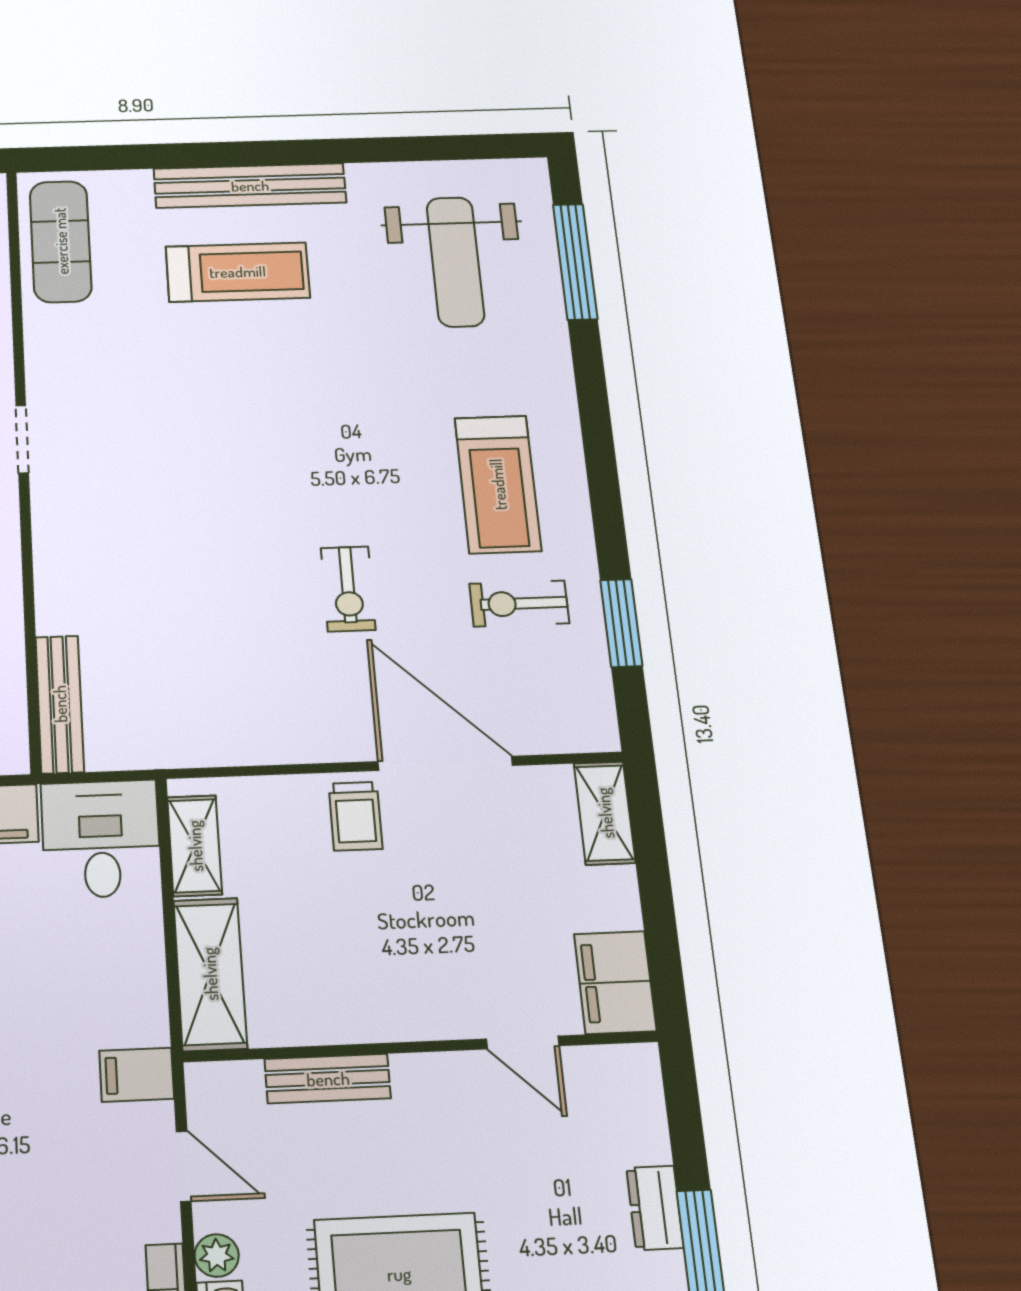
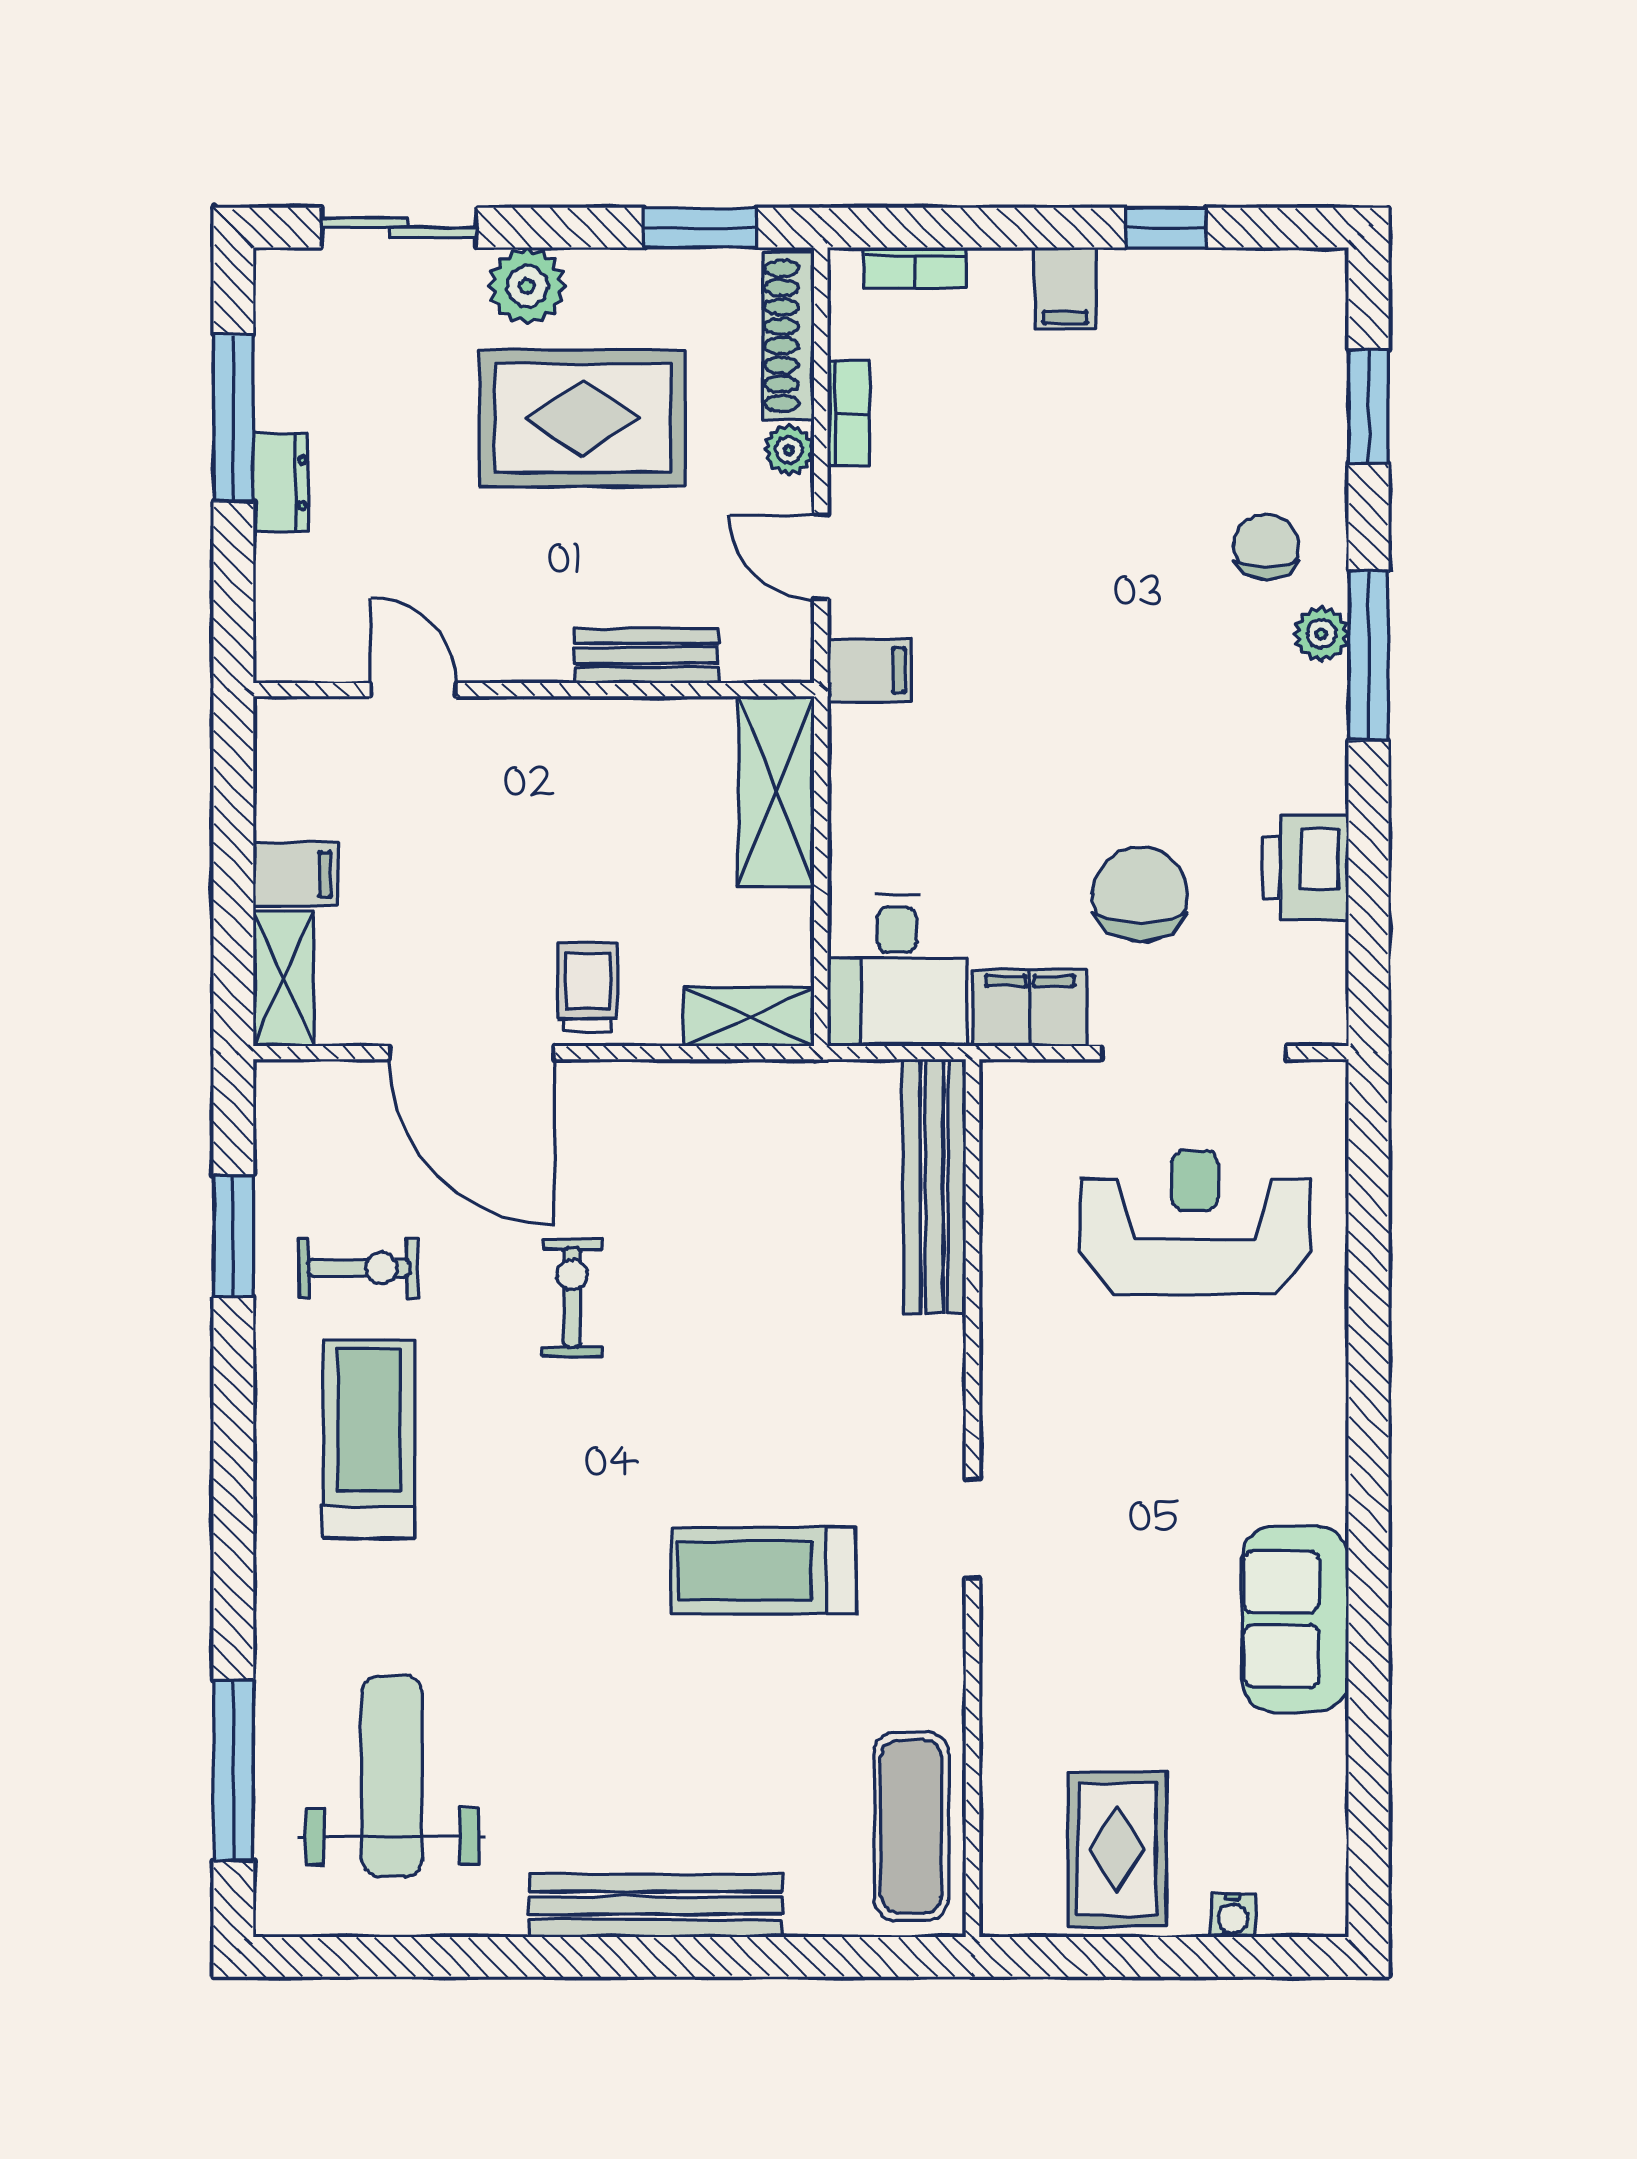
treadmill: (238, 272) -> (763, 1570), moved
bench: (60, 704) -> (934, 1186), width x1.37, depth x1.21
shelving: (195, 846) -> (749, 1017), moved, turned 90
filing cabinet: (615, 982) -> (295, 874), moved, width x0.50

